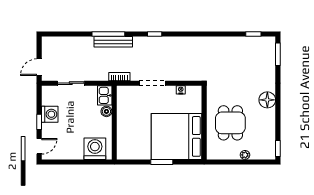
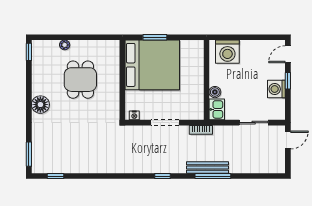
wall: (204, 123) -> (122, 80), moved
bed: (177, 136) -> (152, 65), moved

